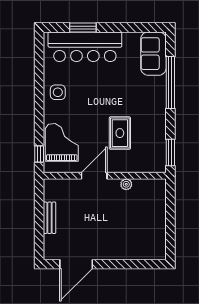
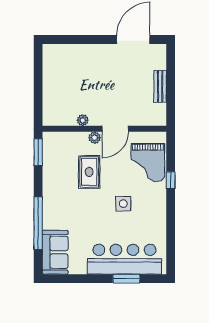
side table: (58, 92) -> (123, 204), moved
window: (39, 154) -> (171, 180), moved
plant: (114, 167) -> (95, 138), added

